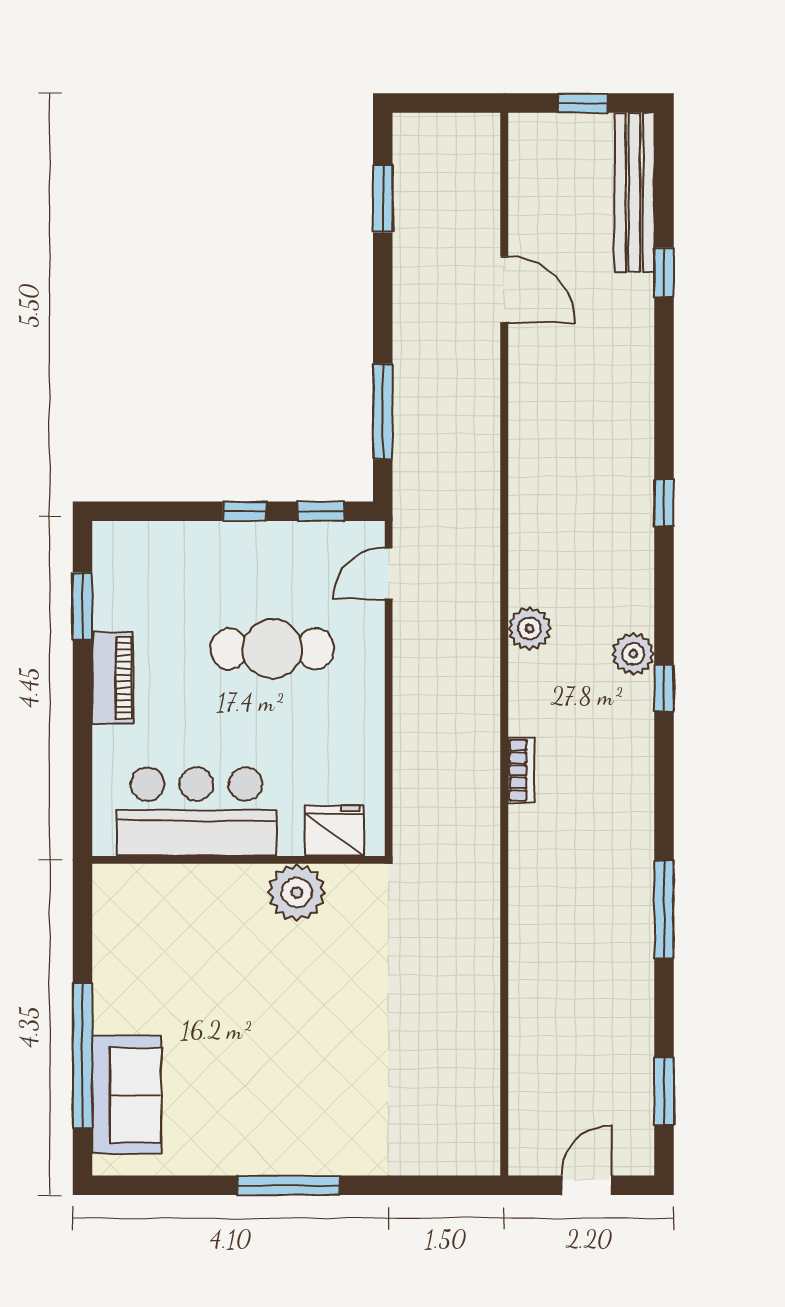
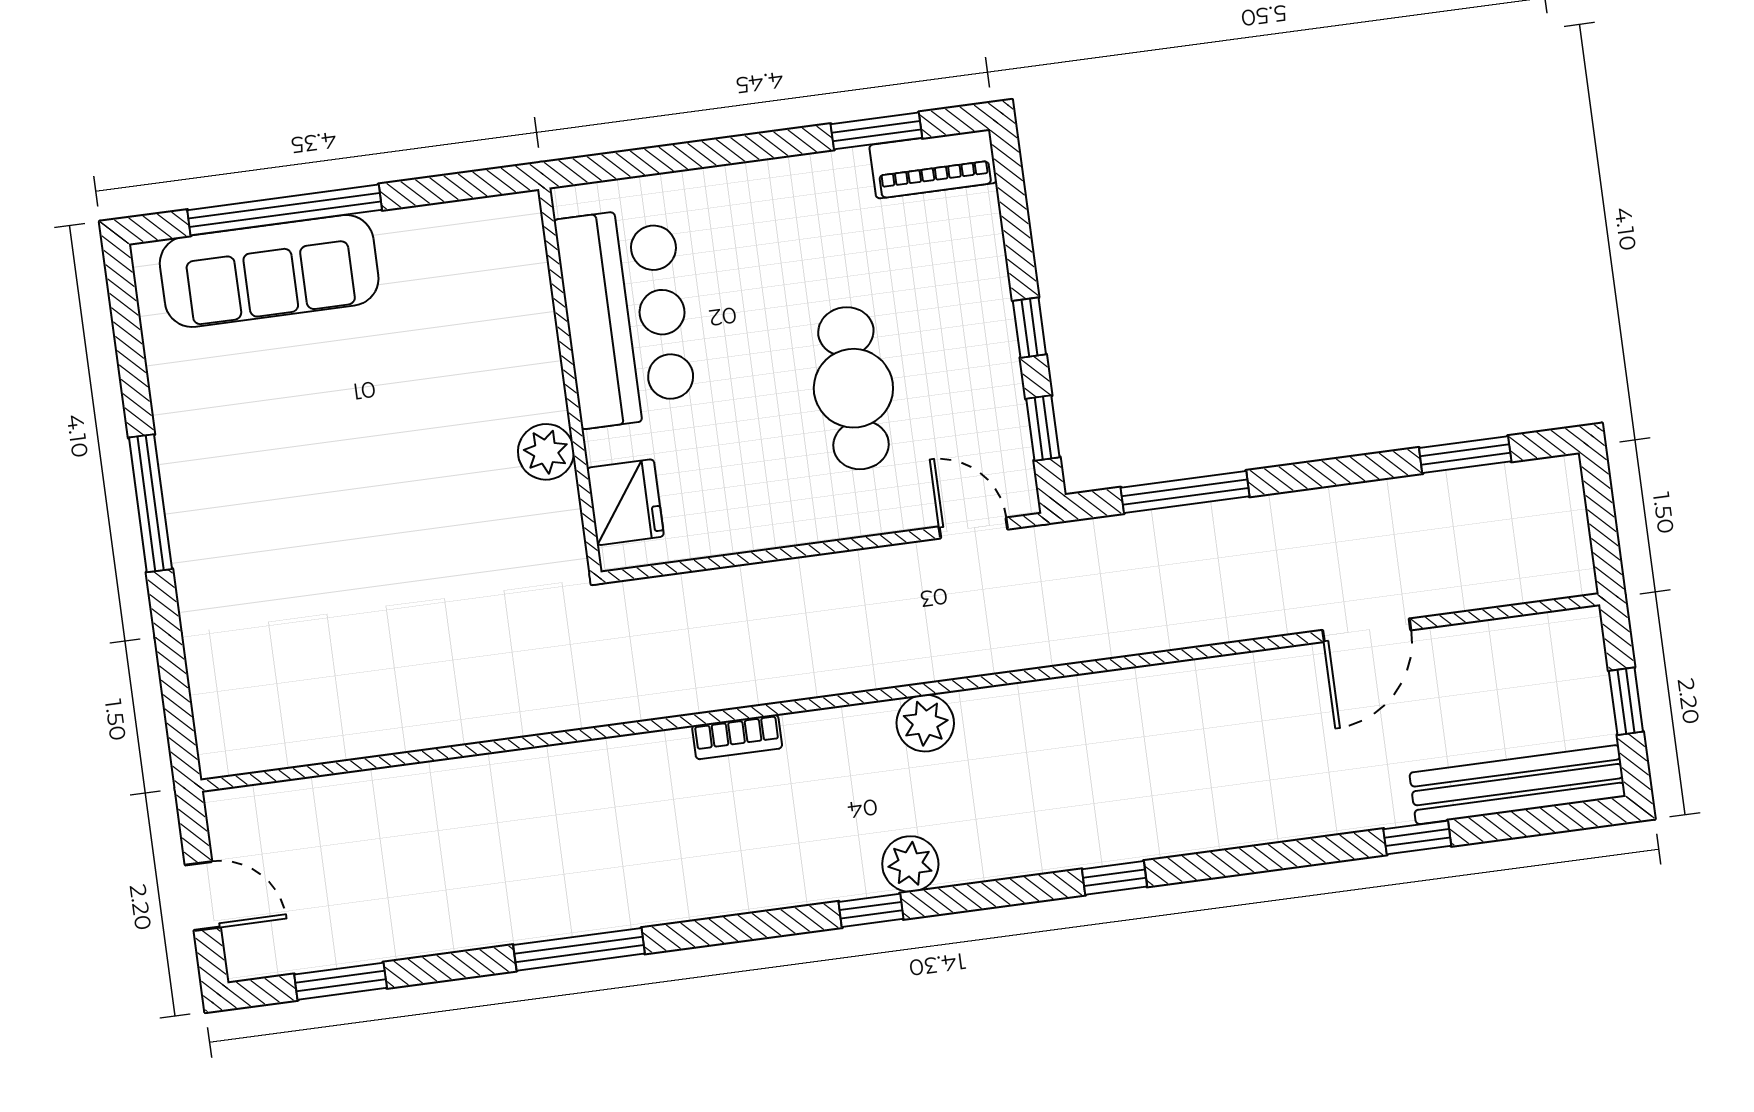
piano: (113, 678) -> (933, 164), moved
plant: (297, 892) -> (546, 452), width x0.73, depth x0.73
sofa: (126, 1095) -> (269, 271), width x1.36

